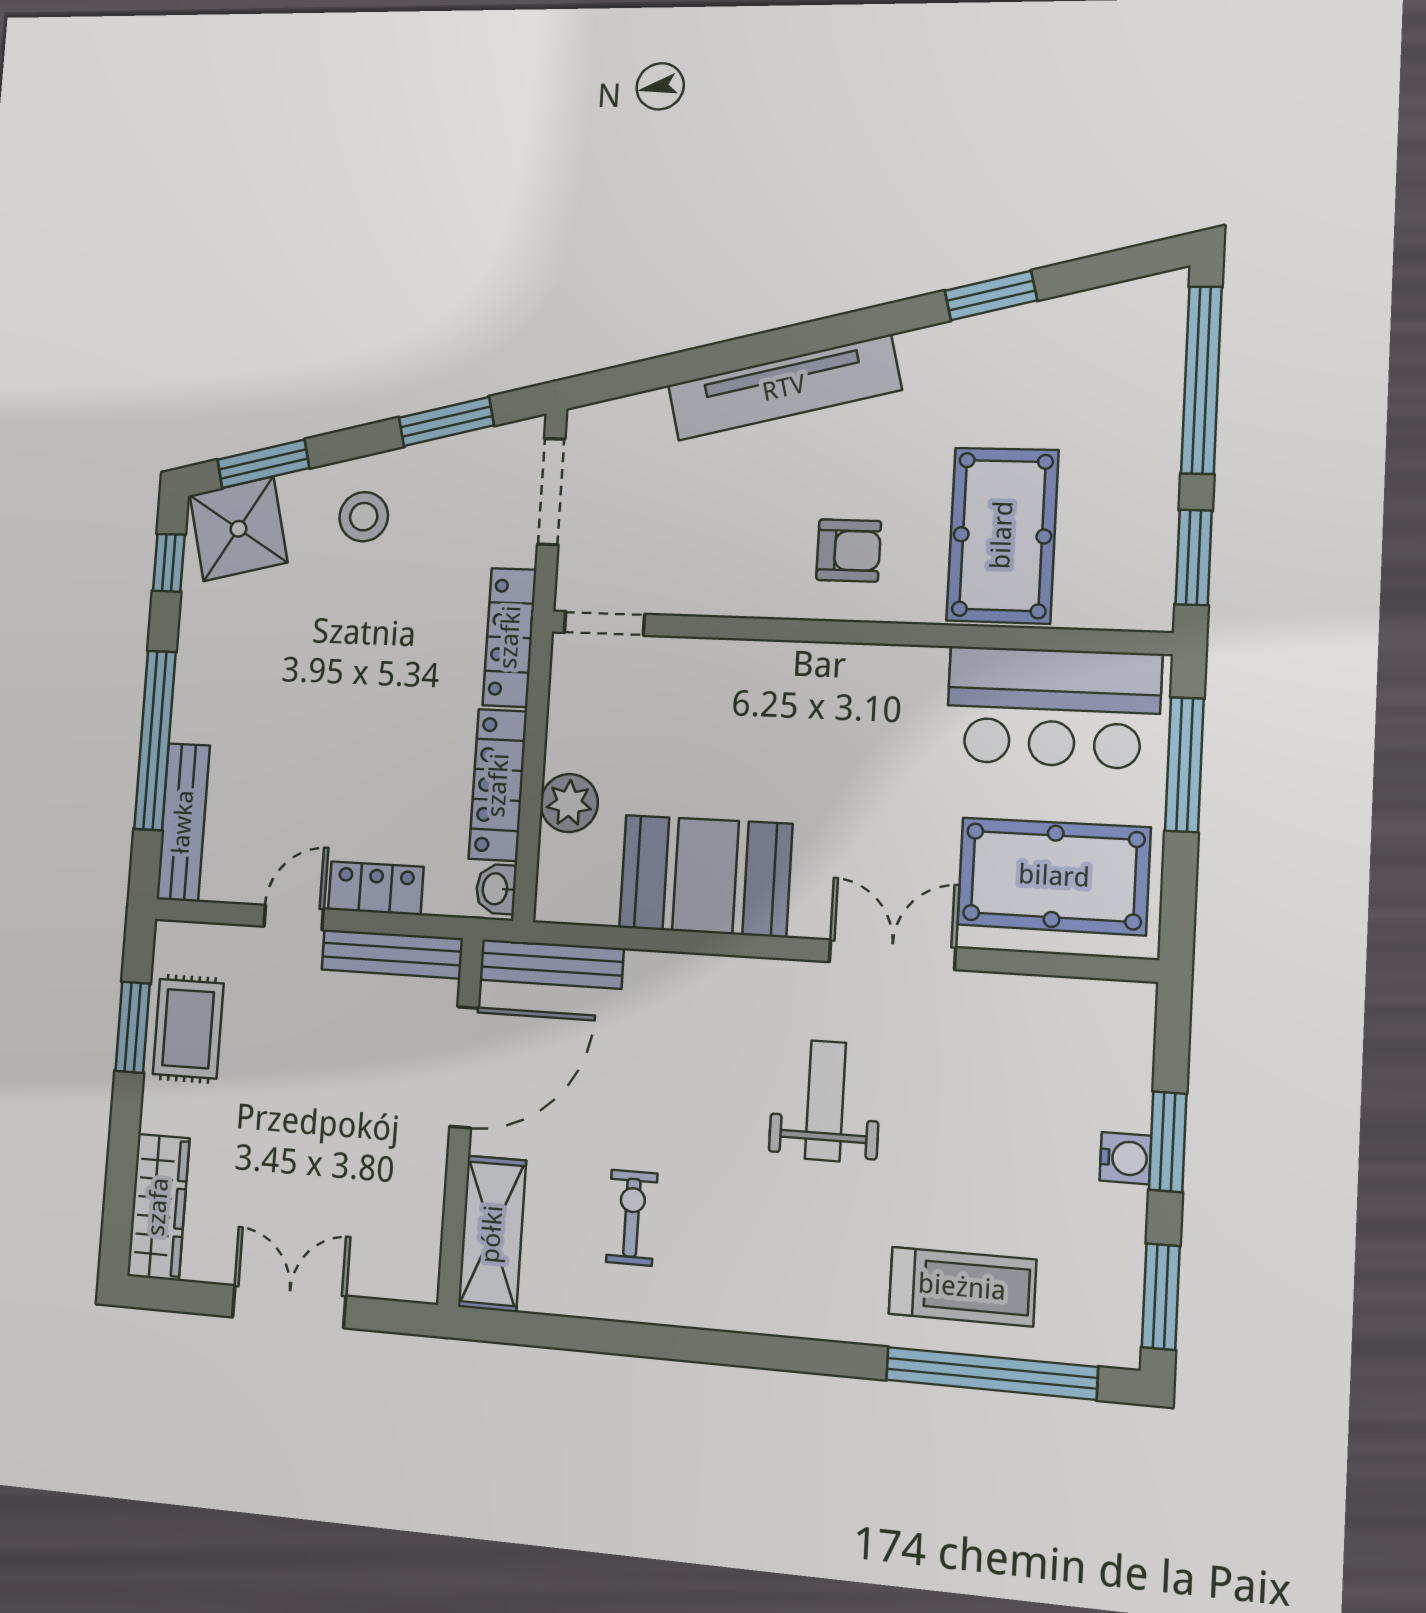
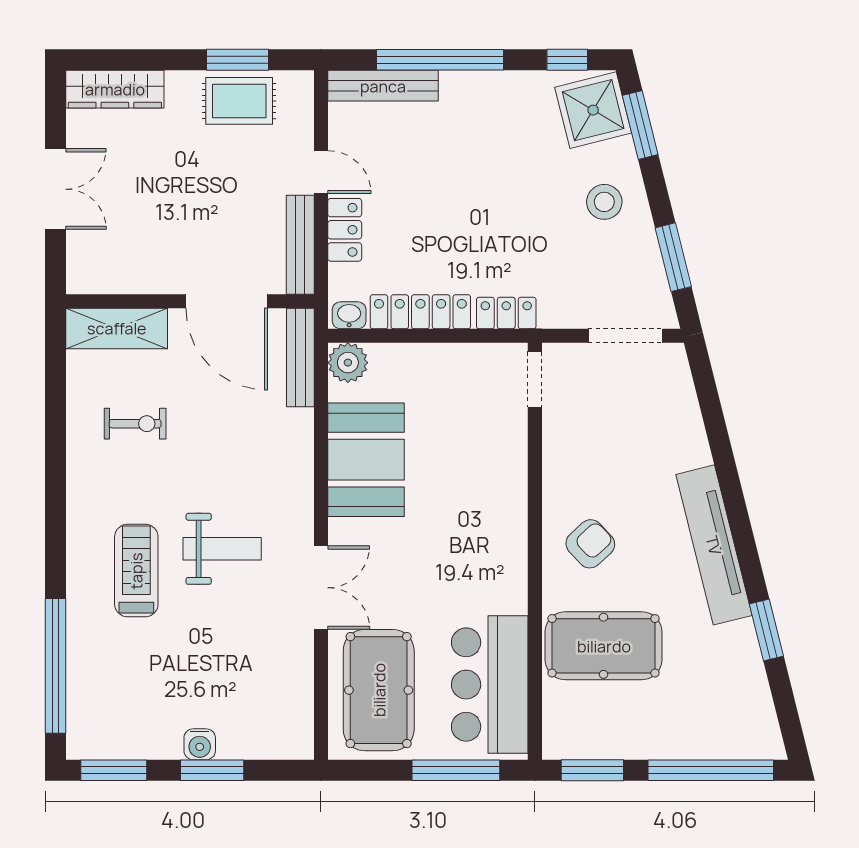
tv unit: (784, 388) -> (714, 545), moved
armchair: (849, 550) -> (590, 544), turned -133
locker: (510, 637) -> (506, 313), width x0.66
plant: (569, 803) -> (348, 363), moved
treadmill: (962, 1287) -> (136, 571), moved, turned 180

